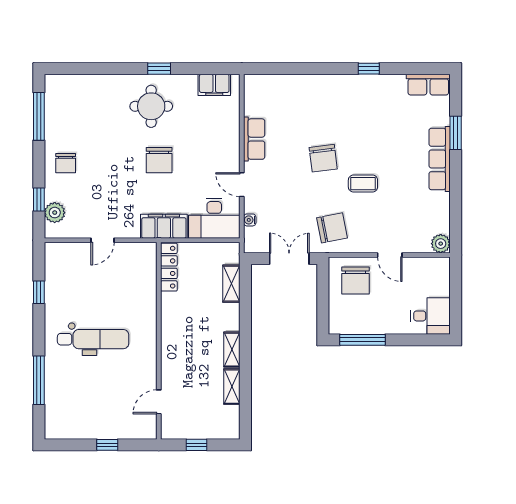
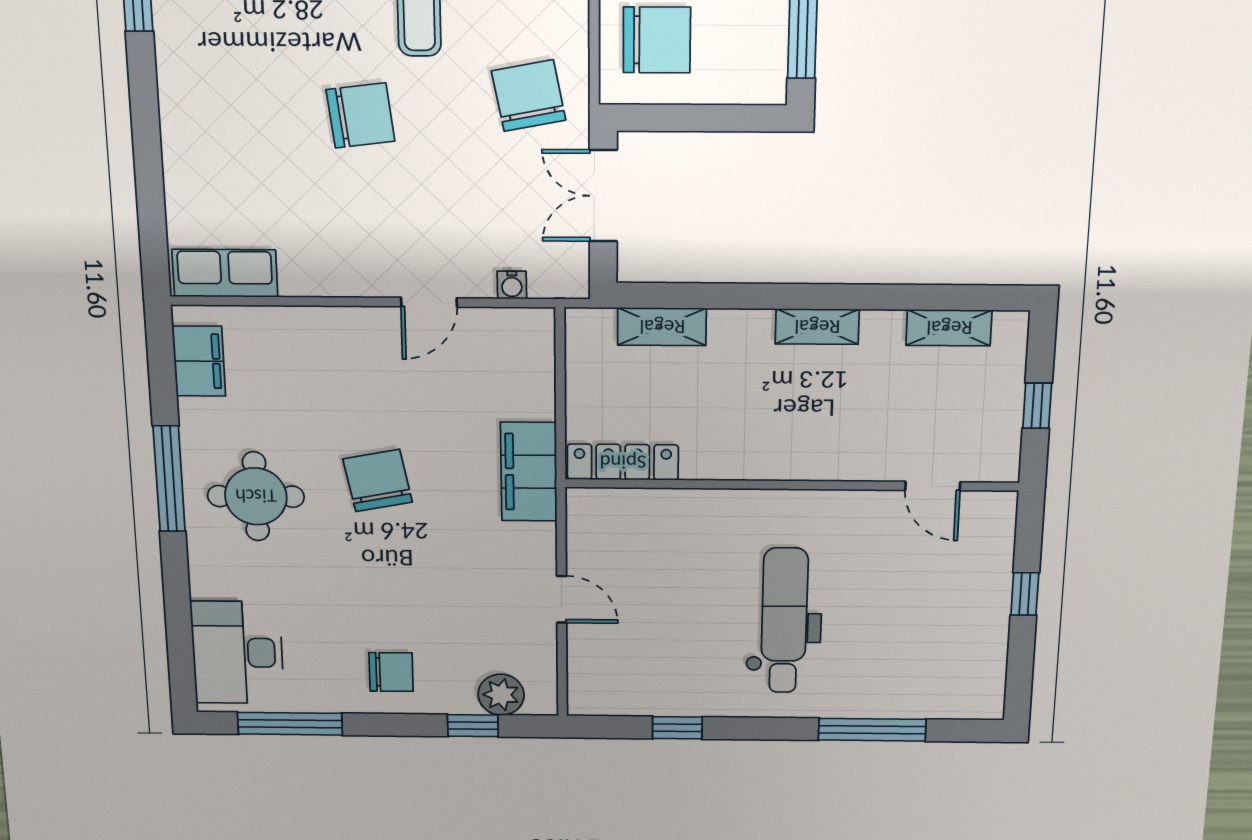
window: (159, 69) -> (169, 479), width x2.17
row of seats: (254, 139) -> (225, 273), moved
chair: (159, 160) -> (378, 481), turned -101
desk: (214, 218) -> (237, 653), moved, turned 180
shelving: (232, 387) -> (949, 328), moved

